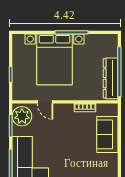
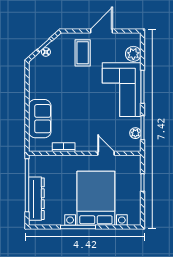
dresser: (111, 78) -> (36, 199), moved
plant: (22, 116) -> (135, 133), width x0.53, depth x0.53

